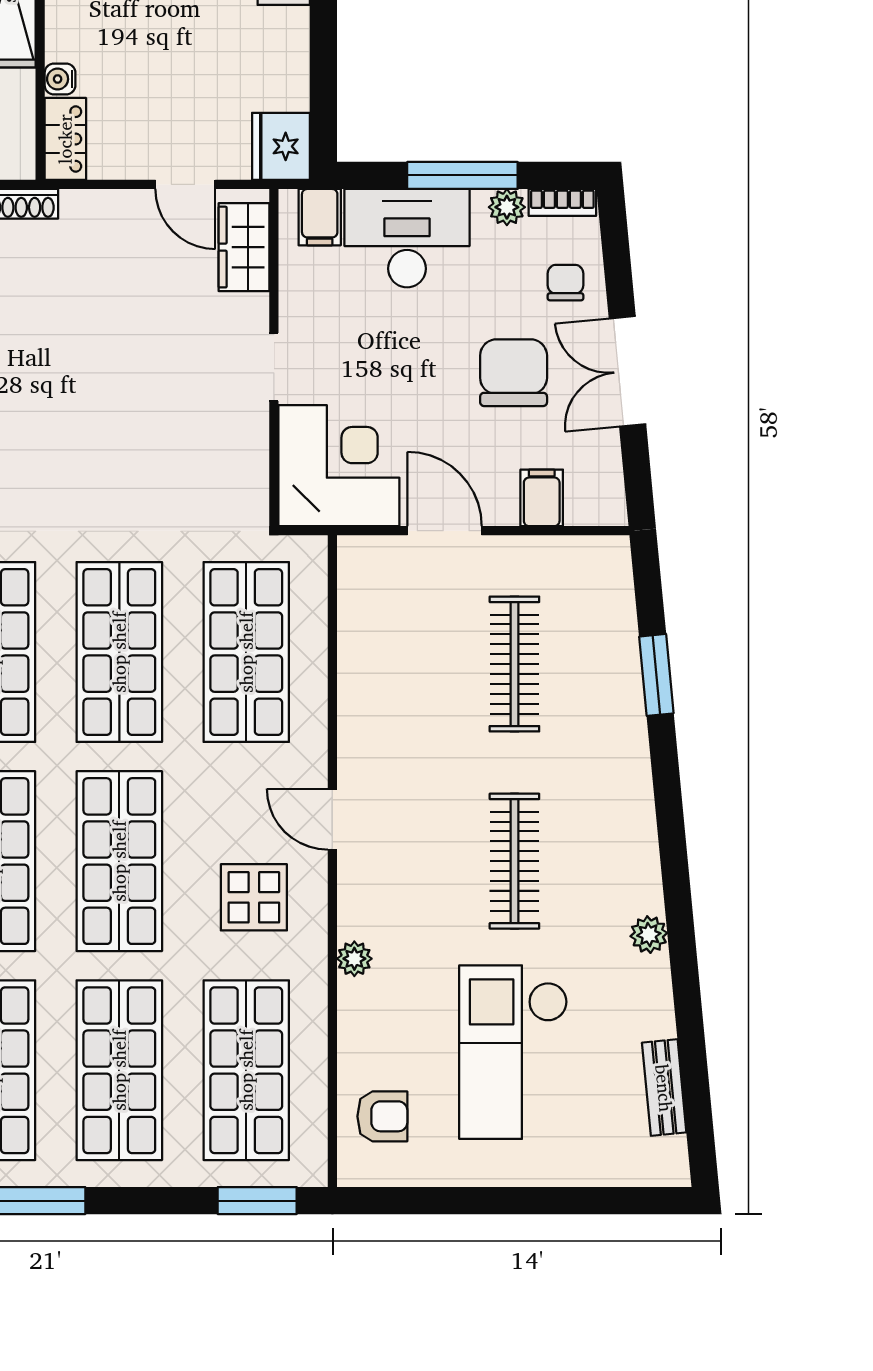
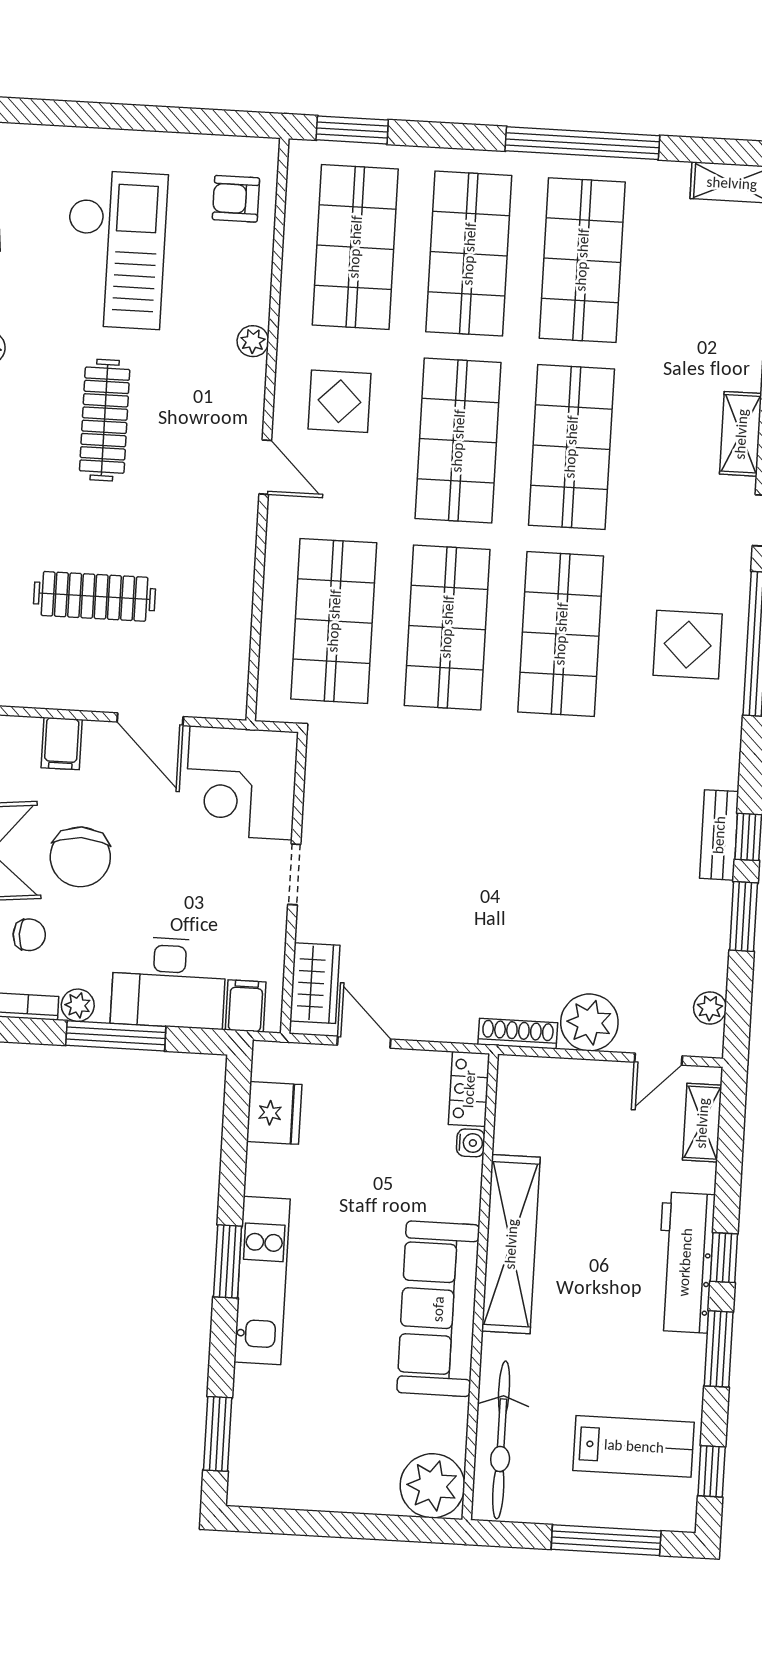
fridge: (281, 146) -> (274, 1113), moved
chair: (565, 283) -> (29, 935), turned -90
clothes rail: (514, 664) -> (94, 596), turned 90

